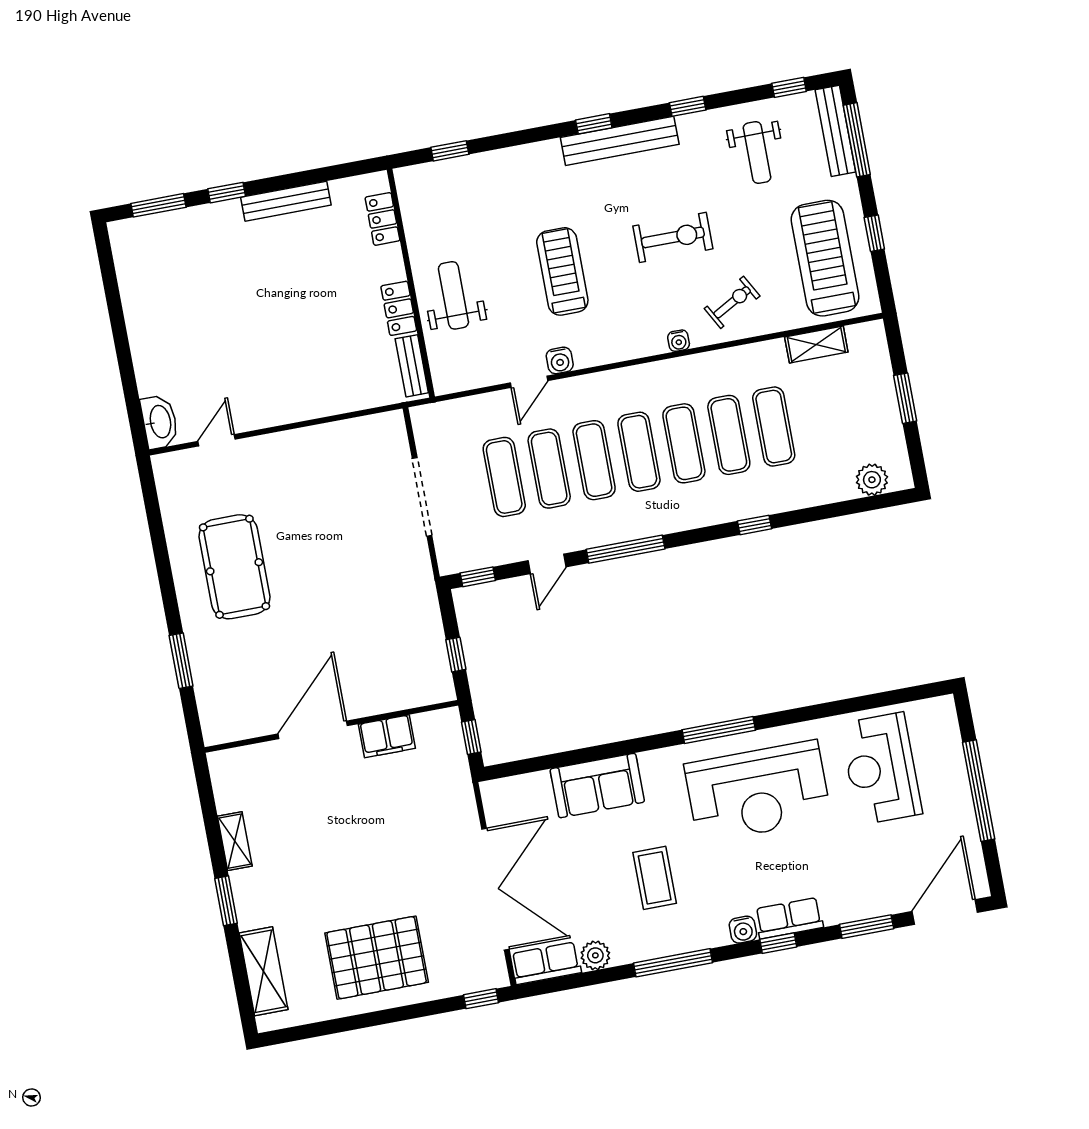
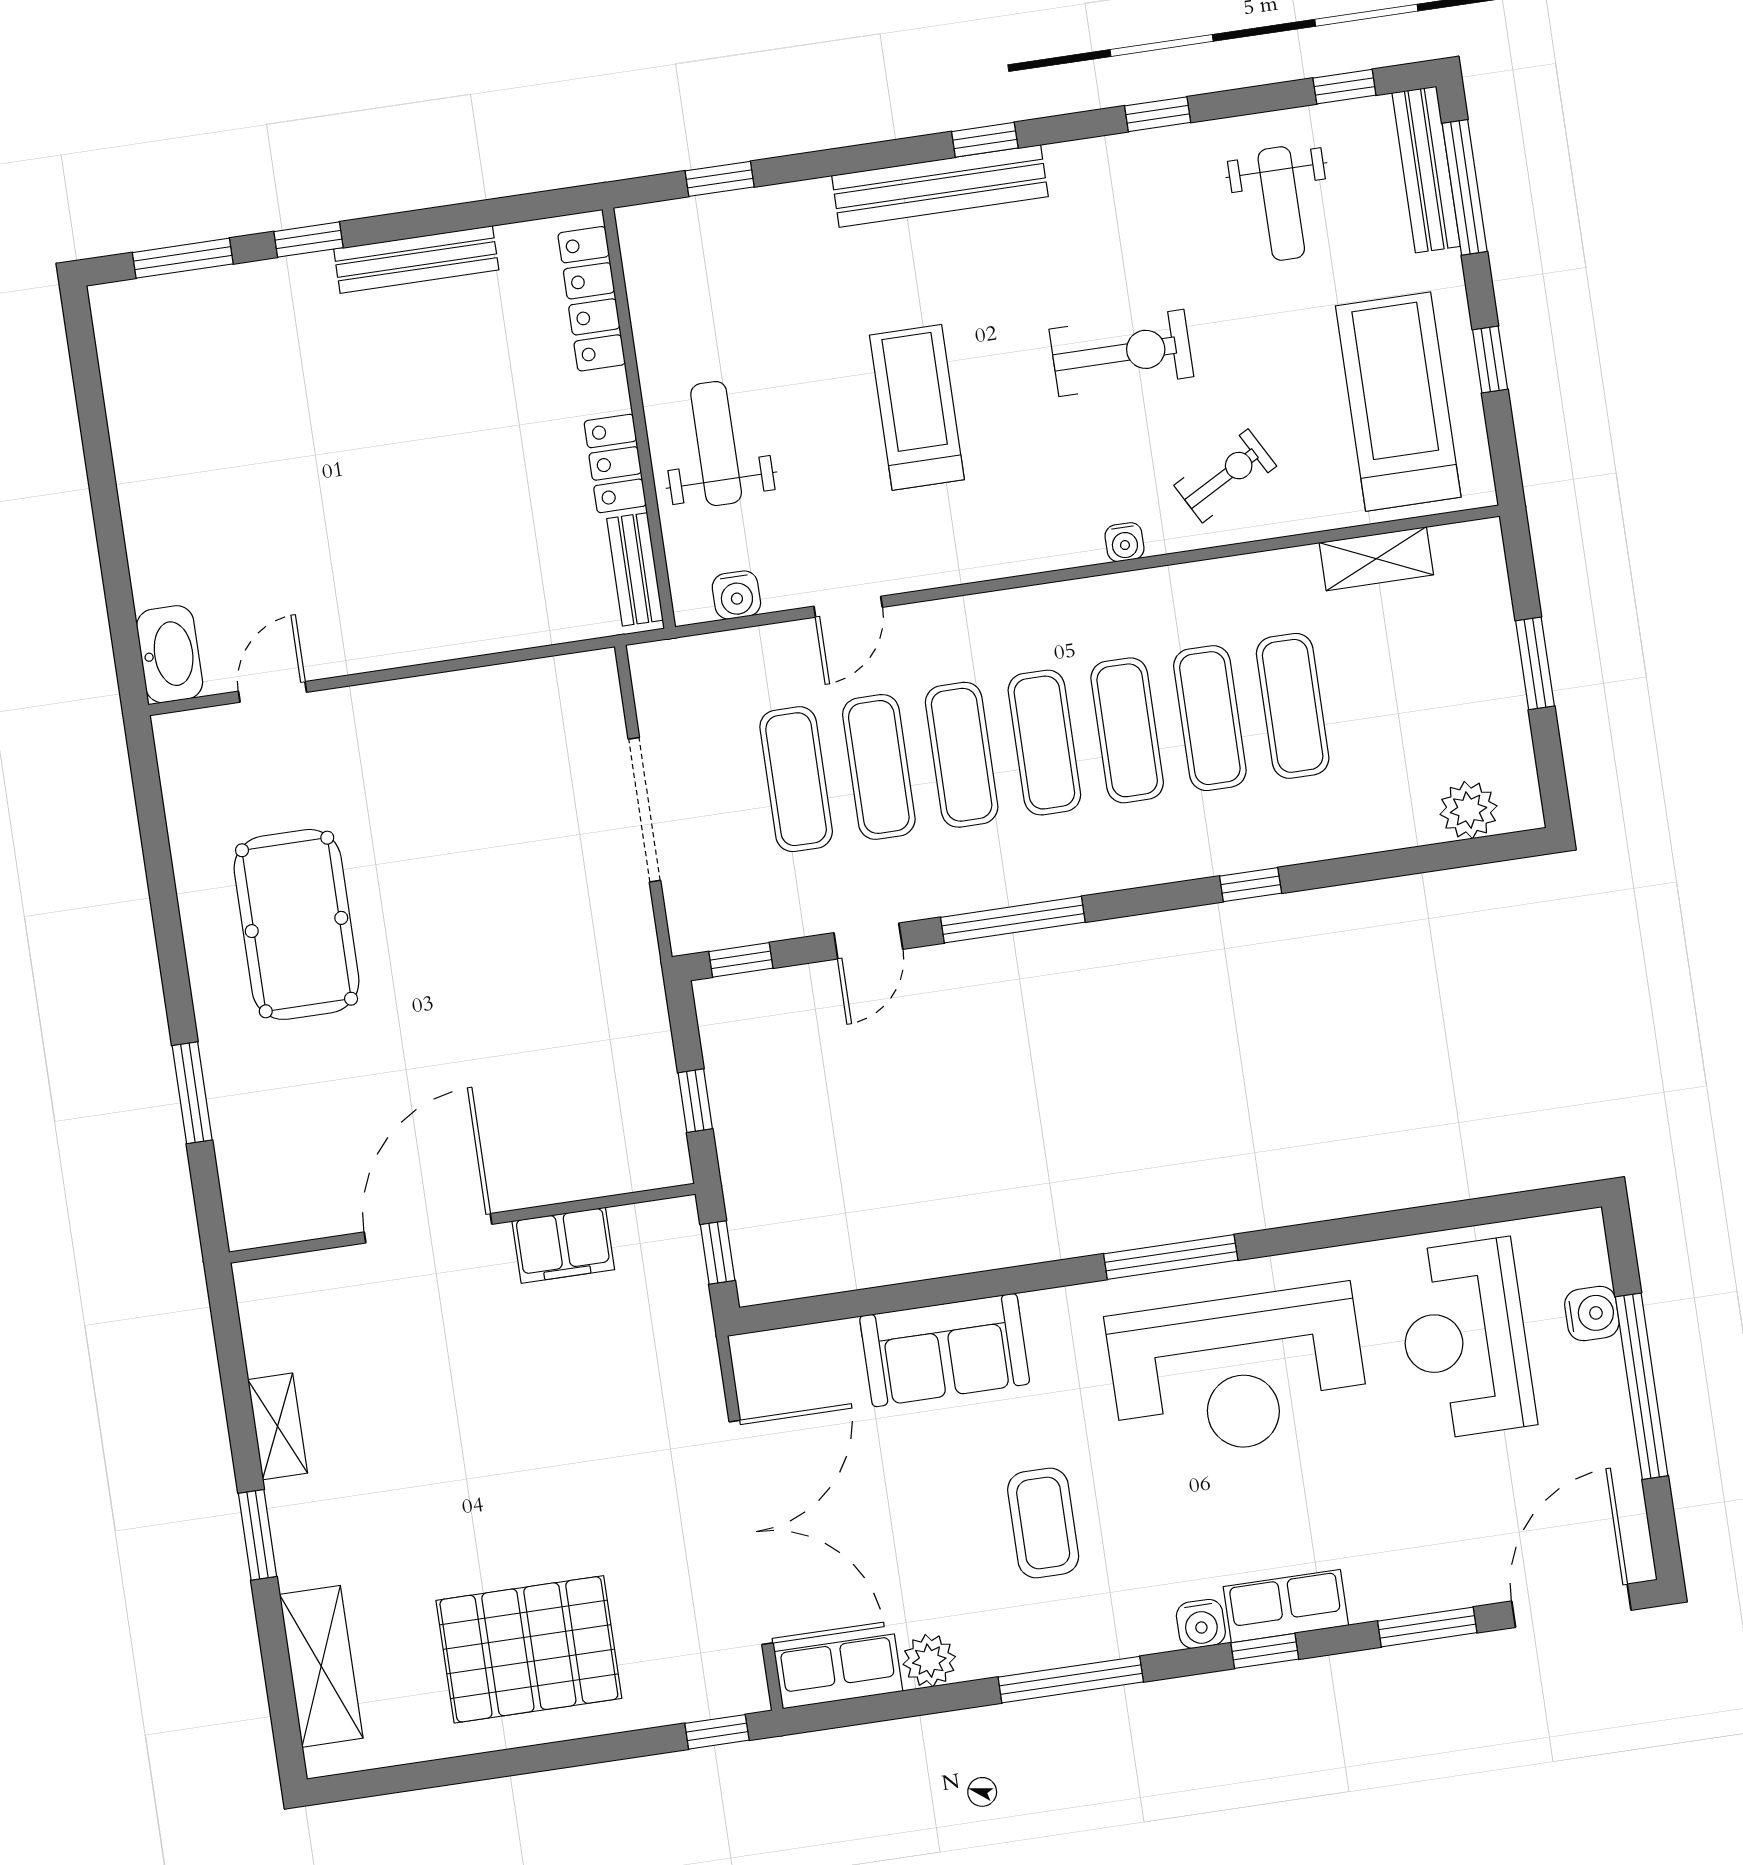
bench: (620, 141) -> (940, 186), moved
locker: (382, 219) -> (592, 299), width x1.53
water cooler: (560, 360) -> (736, 595), moved
water cooler: (950, 752) -> (1592, 1313), added

